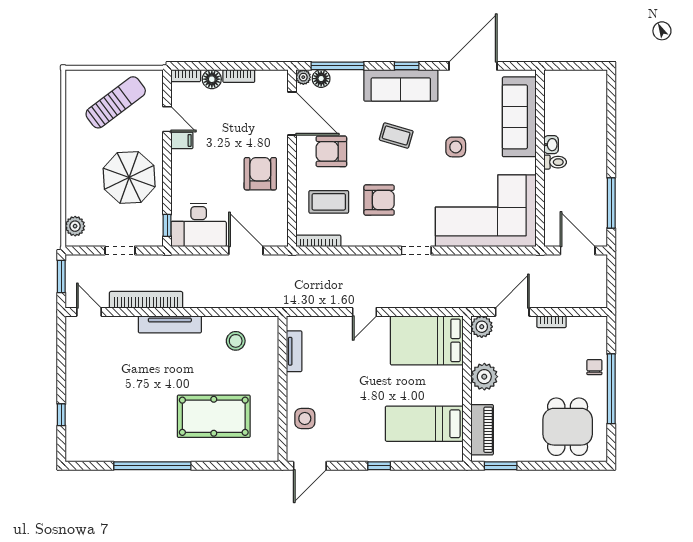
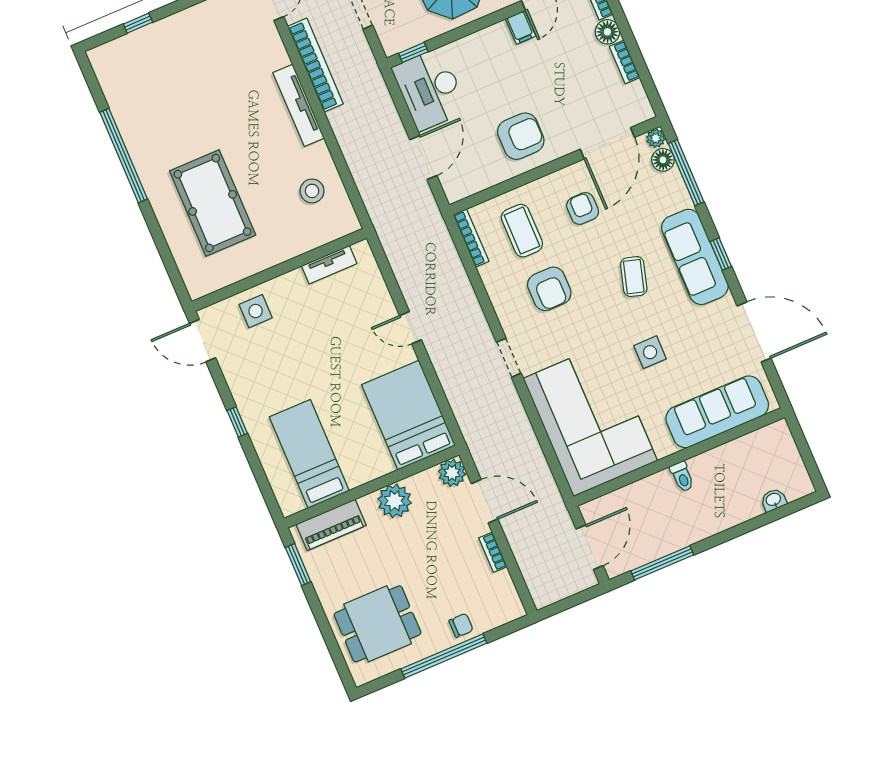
washbasin: (551, 145) -> (774, 500), moved, turned 180
armchair: (331, 151) -> (583, 208), width x0.72, depth x0.72

